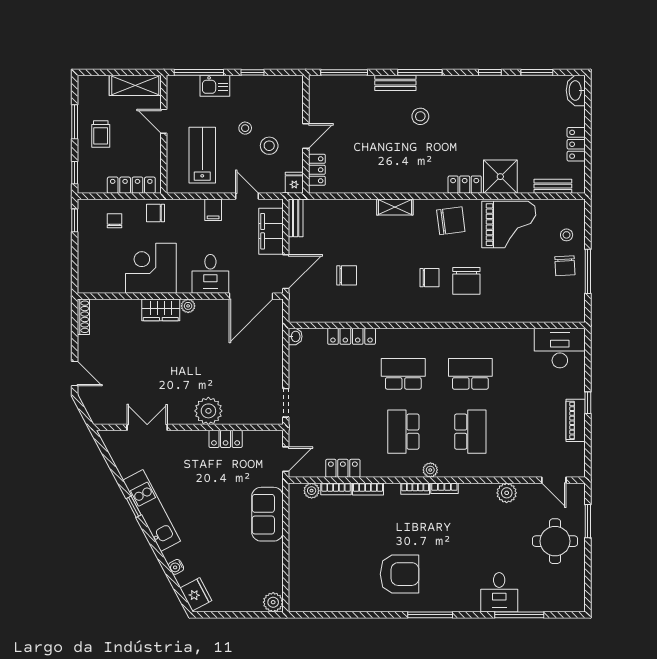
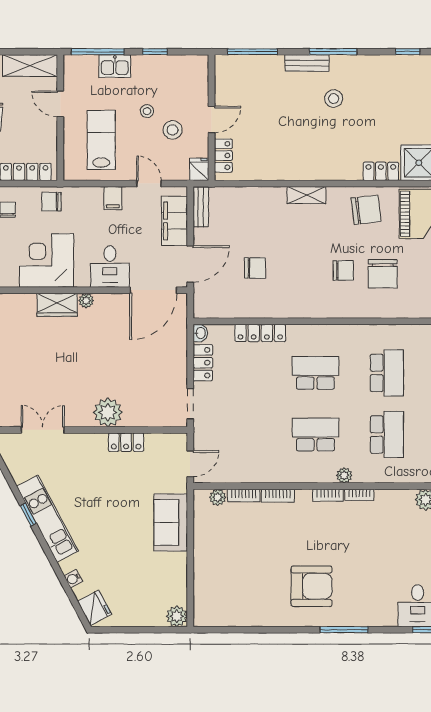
school desk: (470, 374) -> (387, 373), turned 90
school desk: (403, 432) -> (315, 435), turned 90
locker: (343, 468) -> (203, 363), moved, turned 90

